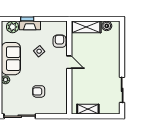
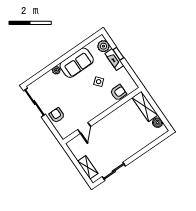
door: (69, 62) -> (84, 128), moved
armchair: (39, 91) -> (57, 115), moved
shelving: (88, 109) -> (88, 167), moved

